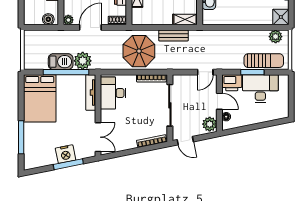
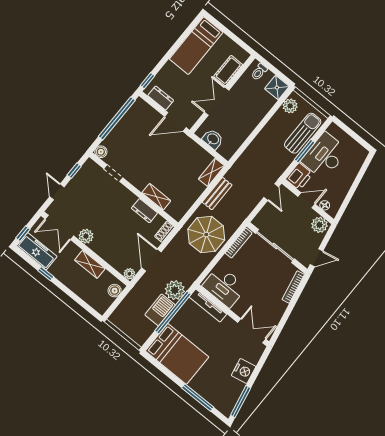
window: (68, 164) -> (241, 402), moved

